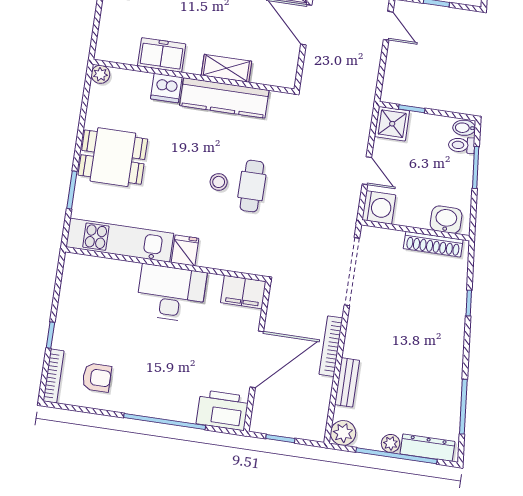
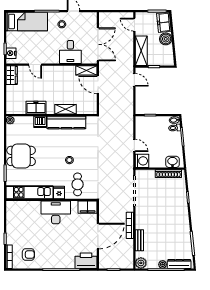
shower: (392, 124) -> (142, 123), removed
cafe table: (252, 186) -> (78, 184), moved

